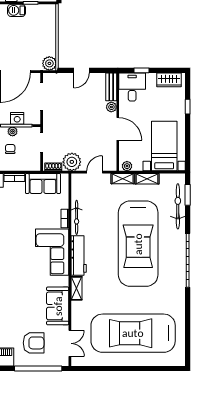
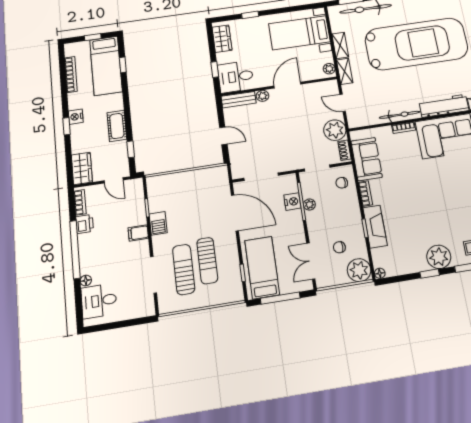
plant: (49, 63) -> (220, 174), removed
chair: (10, 149) -> (342, 183), moved

